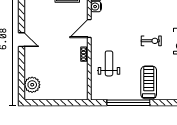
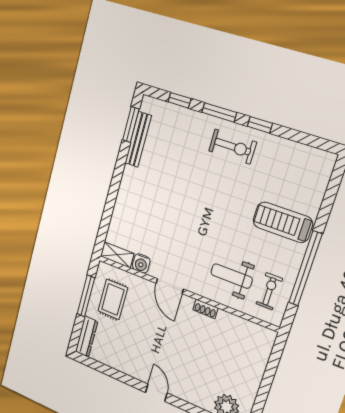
door: (22, 40) -> (156, 393), hinge flipped
exercise bike: (151, 41) -> (269, 291), moved

